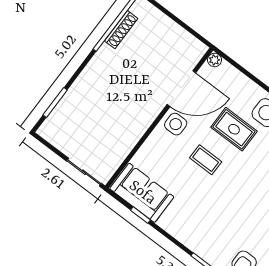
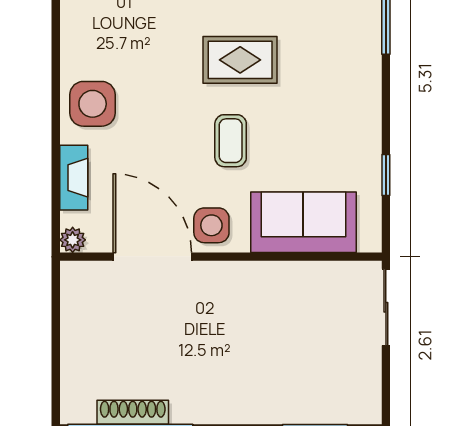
fireplace: (241, 81) -> (74, 178), added
rug: (234, 129) -> (240, 60), moved, turned 90
sofa: (142, 193) -> (303, 222), moved, turned 90

